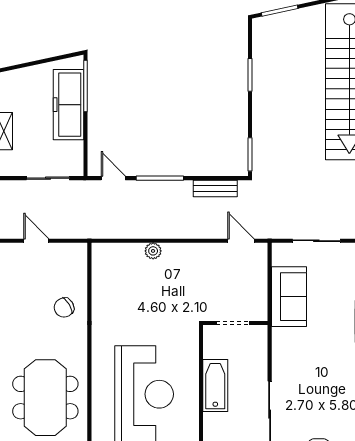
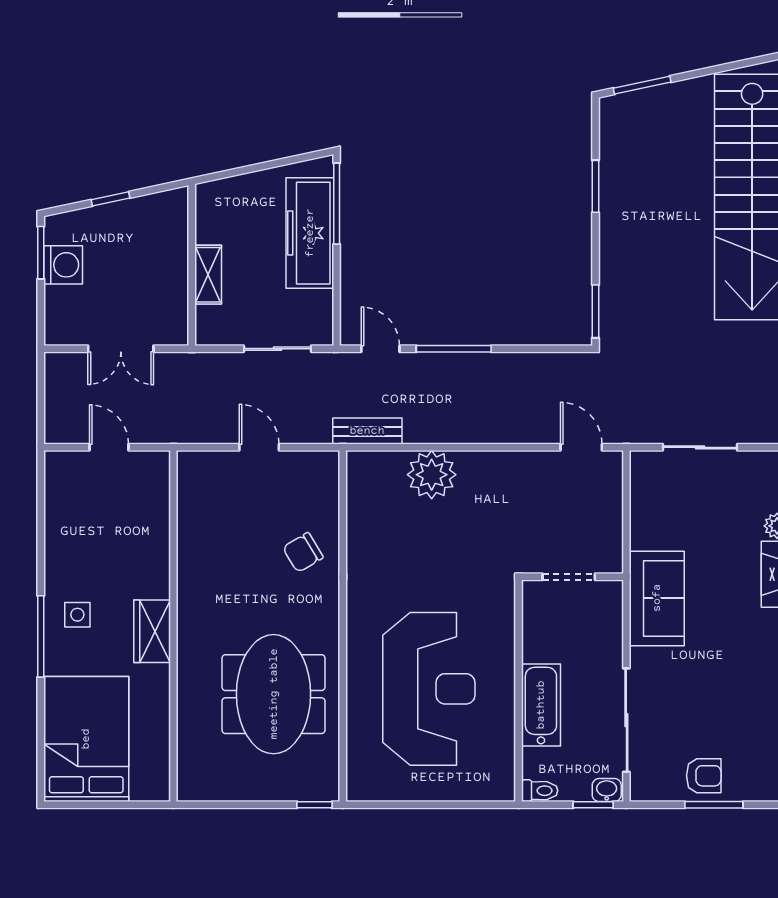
bench: (215, 188) -> (367, 431), moved
plant: (153, 251) -> (432, 475), width x1.88, depth x1.88
sofa: (289, 297) -> (657, 598), moved
bathtub: (215, 385) -> (541, 705), moved

